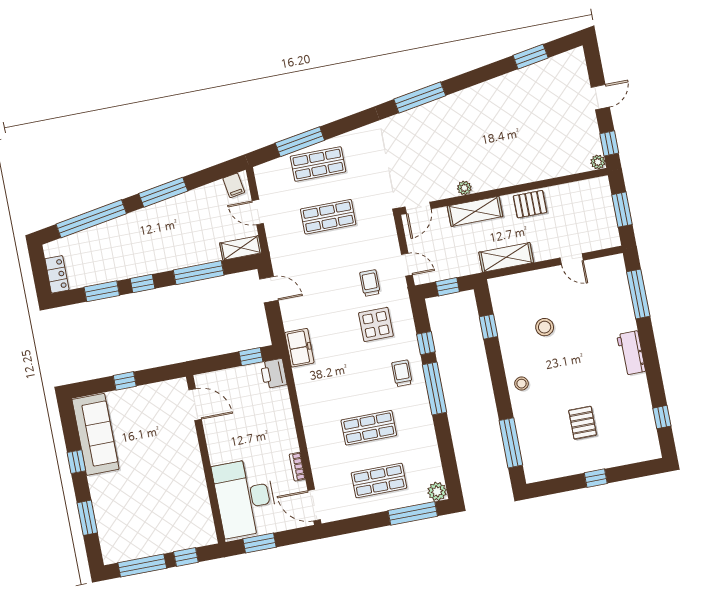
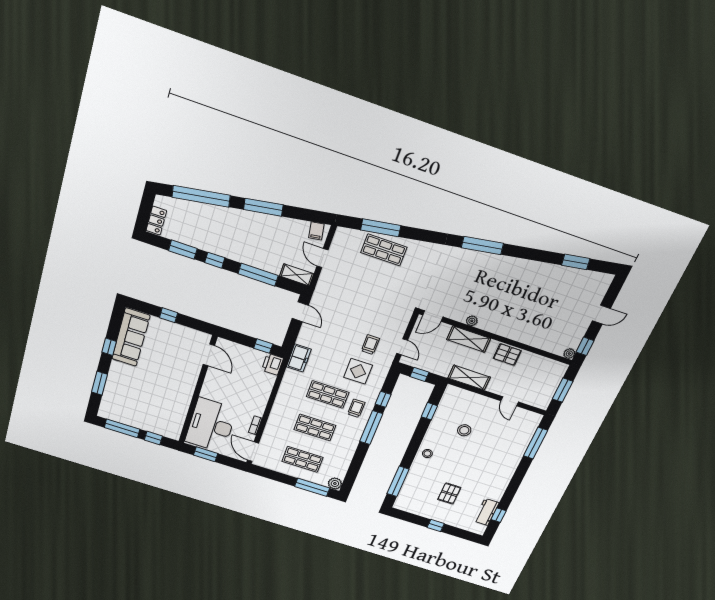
shop shelf: (328, 217) -> (328, 395), moved
workbench: (631, 353) -> (486, 512), moved

